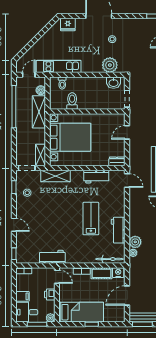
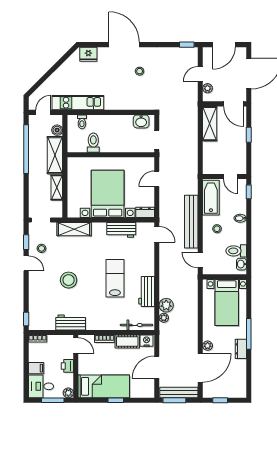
plant: (110, 65) -> (137, 101), removed
bed with nightstands: (70, 137) -> (108, 194), moved, turned -90
shelving: (40, 155) -> (57, 187), moved
stool: (51, 220) -> (69, 280), added
door: (14, 225) -> (26, 263), moved

